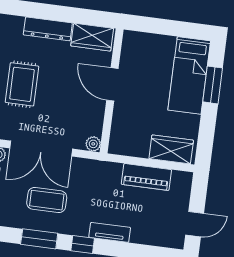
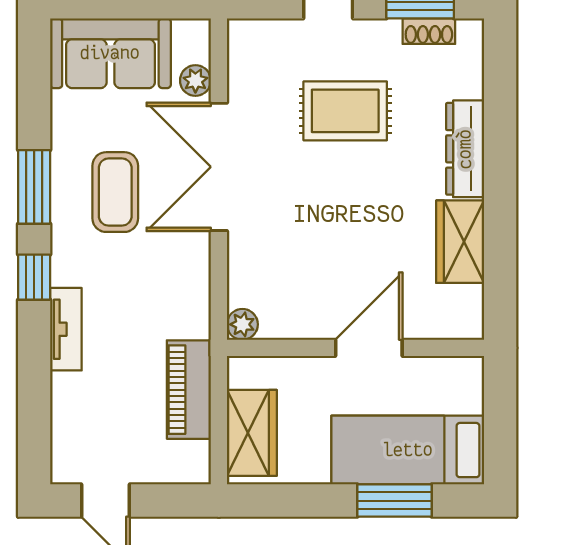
door: (112, 84) -> (369, 348), moved
wall: (112, 91) -> (356, 348), moved
plant: (93, 144) -> (242, 324), moved

